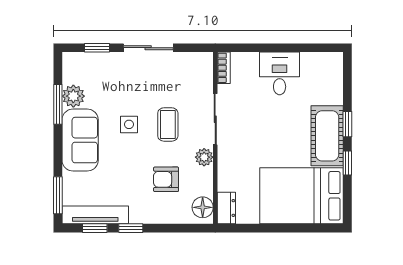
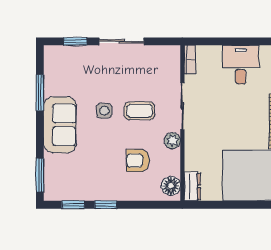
plant: (73, 96) -> (54, 85), removed
coffee table: (168, 124) -> (139, 111), turned 90
tv unit: (95, 215) -> (74, 193), removed

